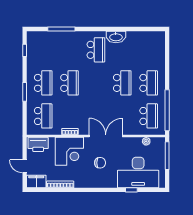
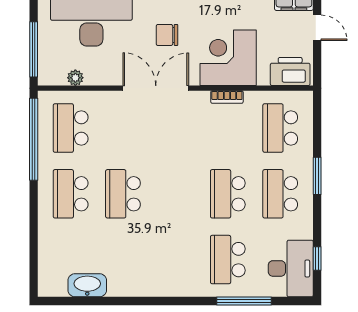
washbasin: (116, 37) -> (87, 285), moved
desk: (38, 45) -> (291, 268), added
school desk: (96, 50) -> (228, 260), moved
double door: (106, 136) -> (156, 88), swing flipped

